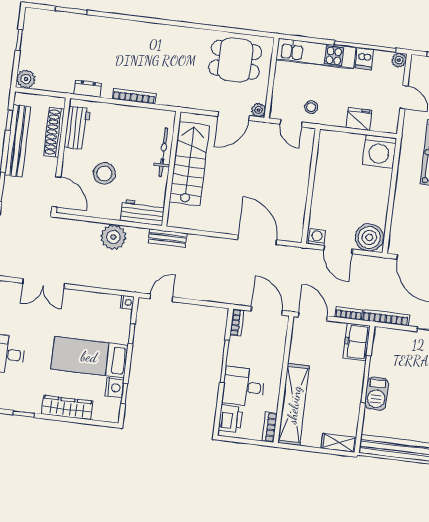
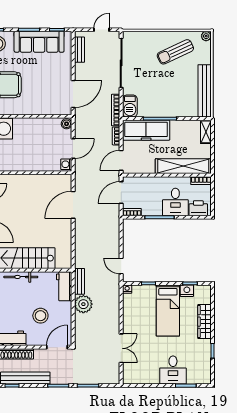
boiler: (369, 237) -> (67, 124), width x0.54, depth x0.54
bench: (167, 238) -> (79, 281), moved
freezer: (357, 342) -> (146, 130), width x1.91, depth x1.26
barbecue: (377, 394) -> (130, 106), moved, turned 90

